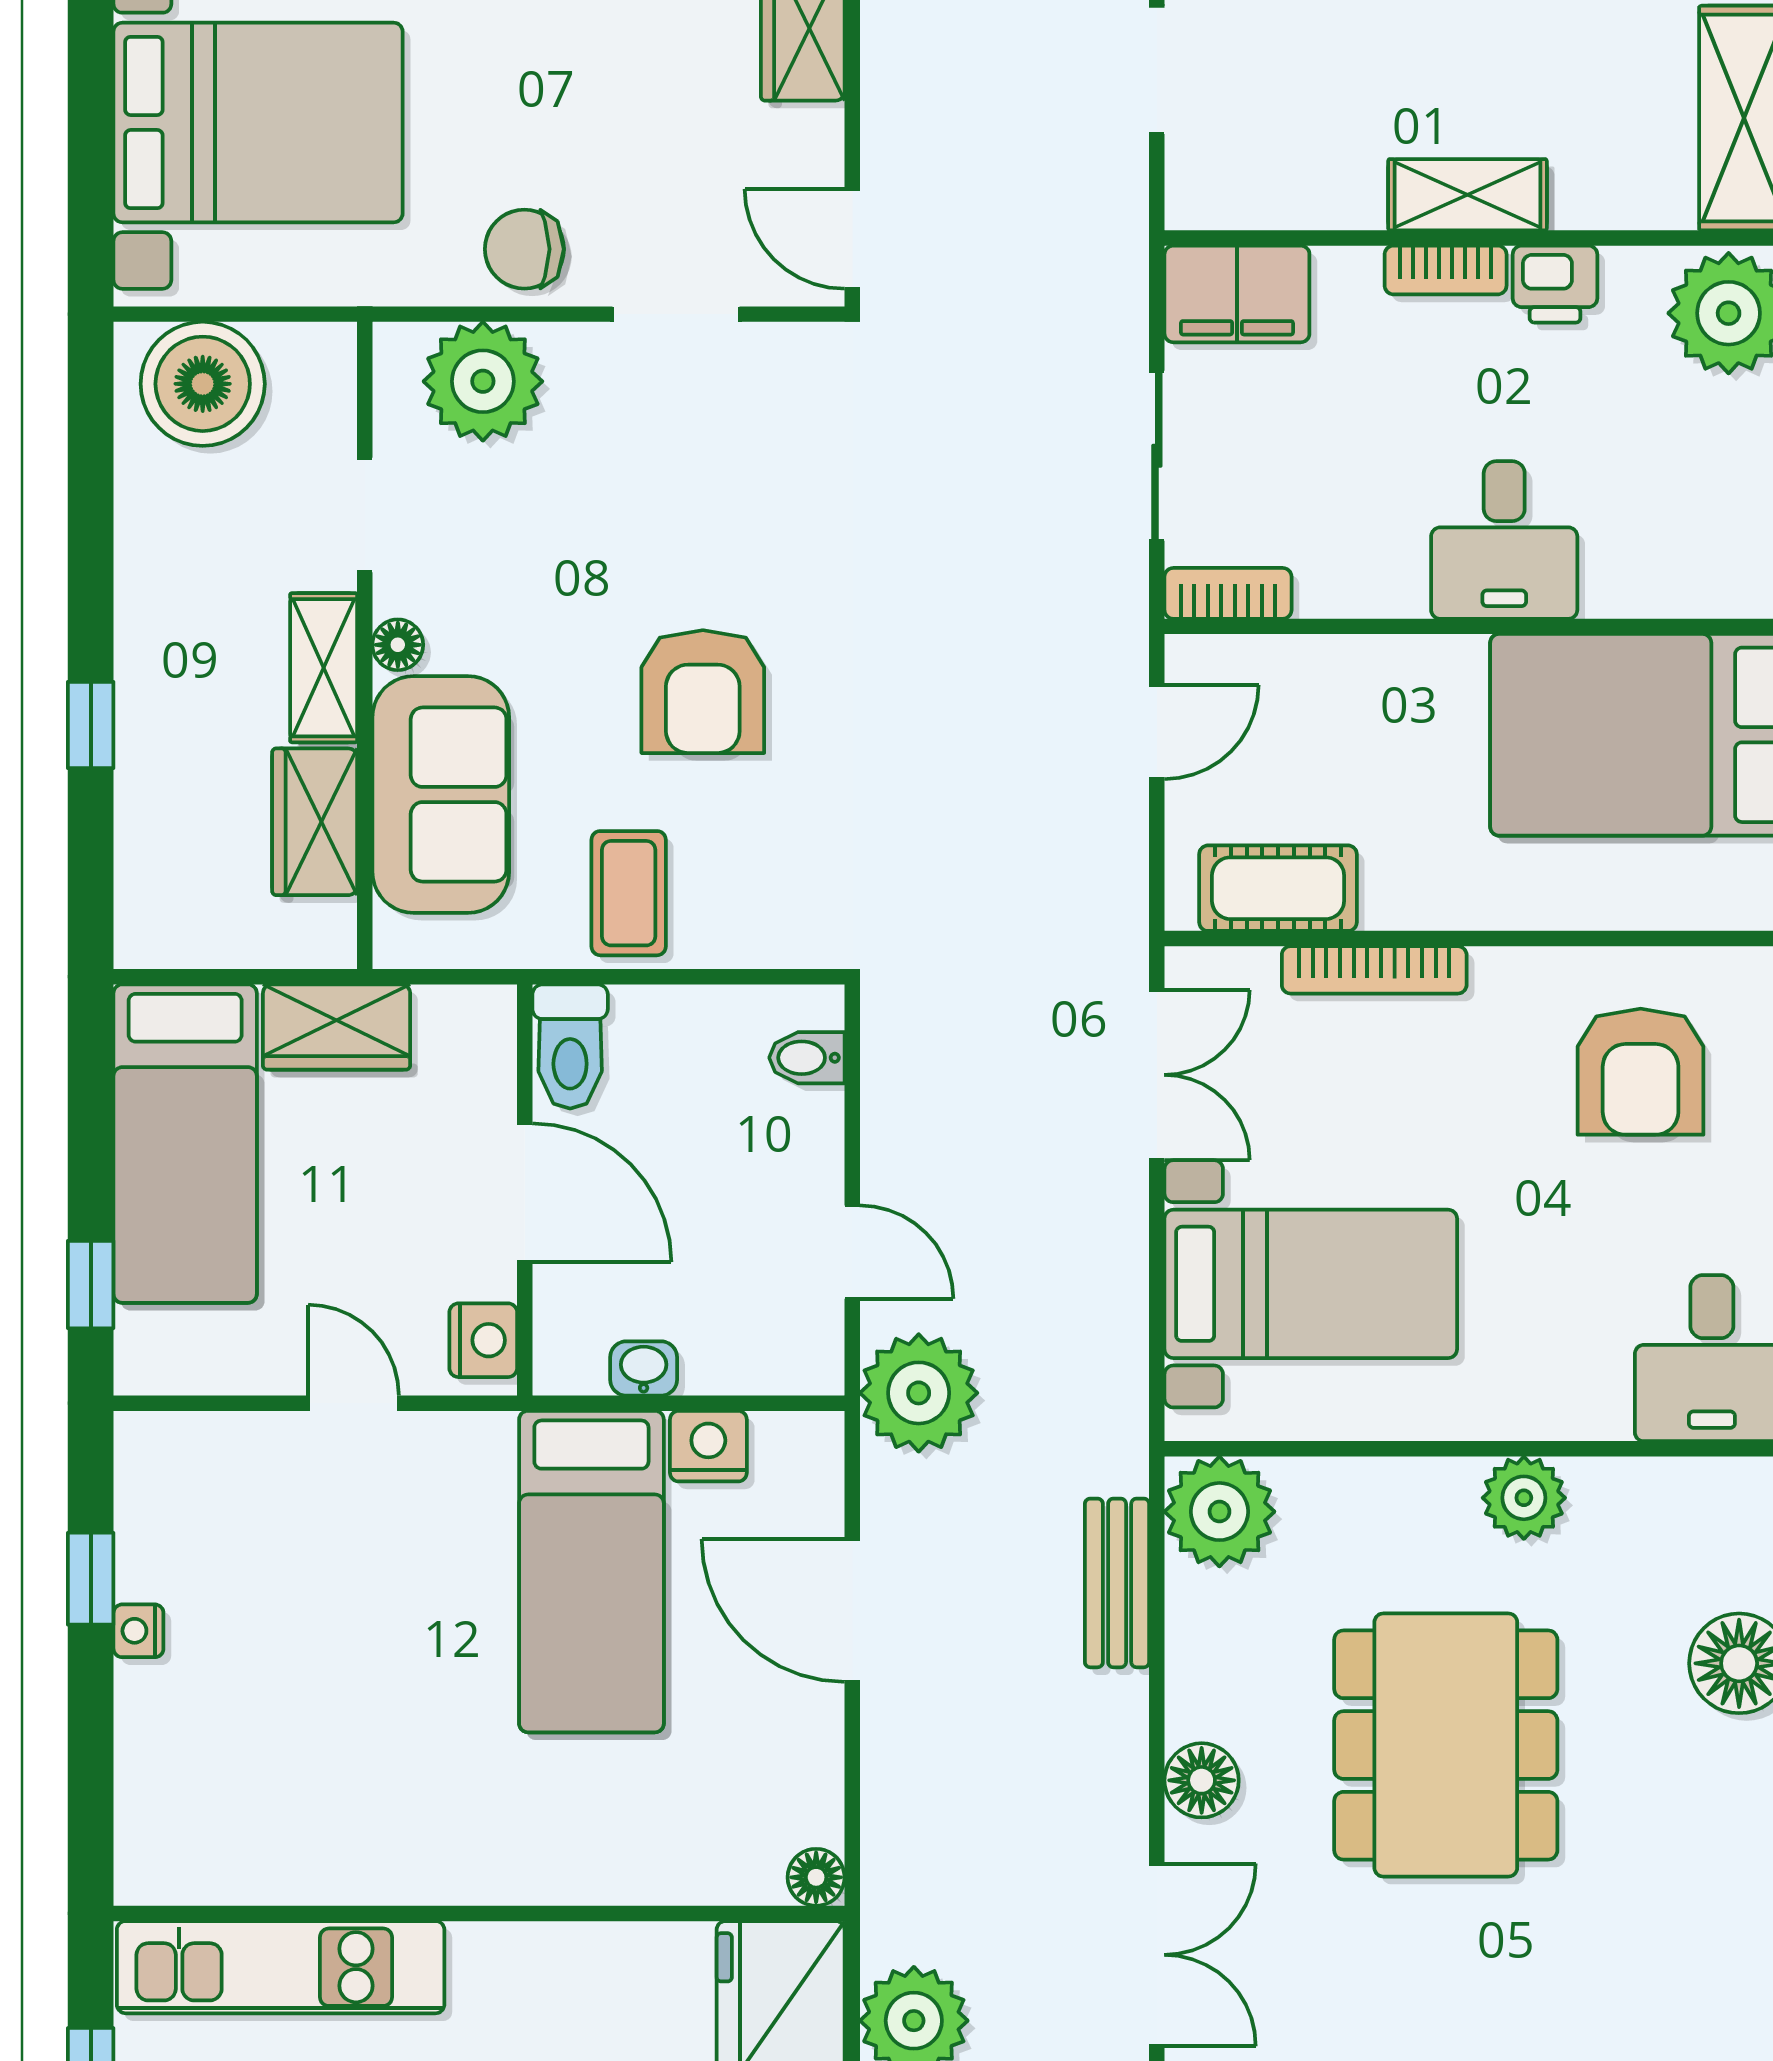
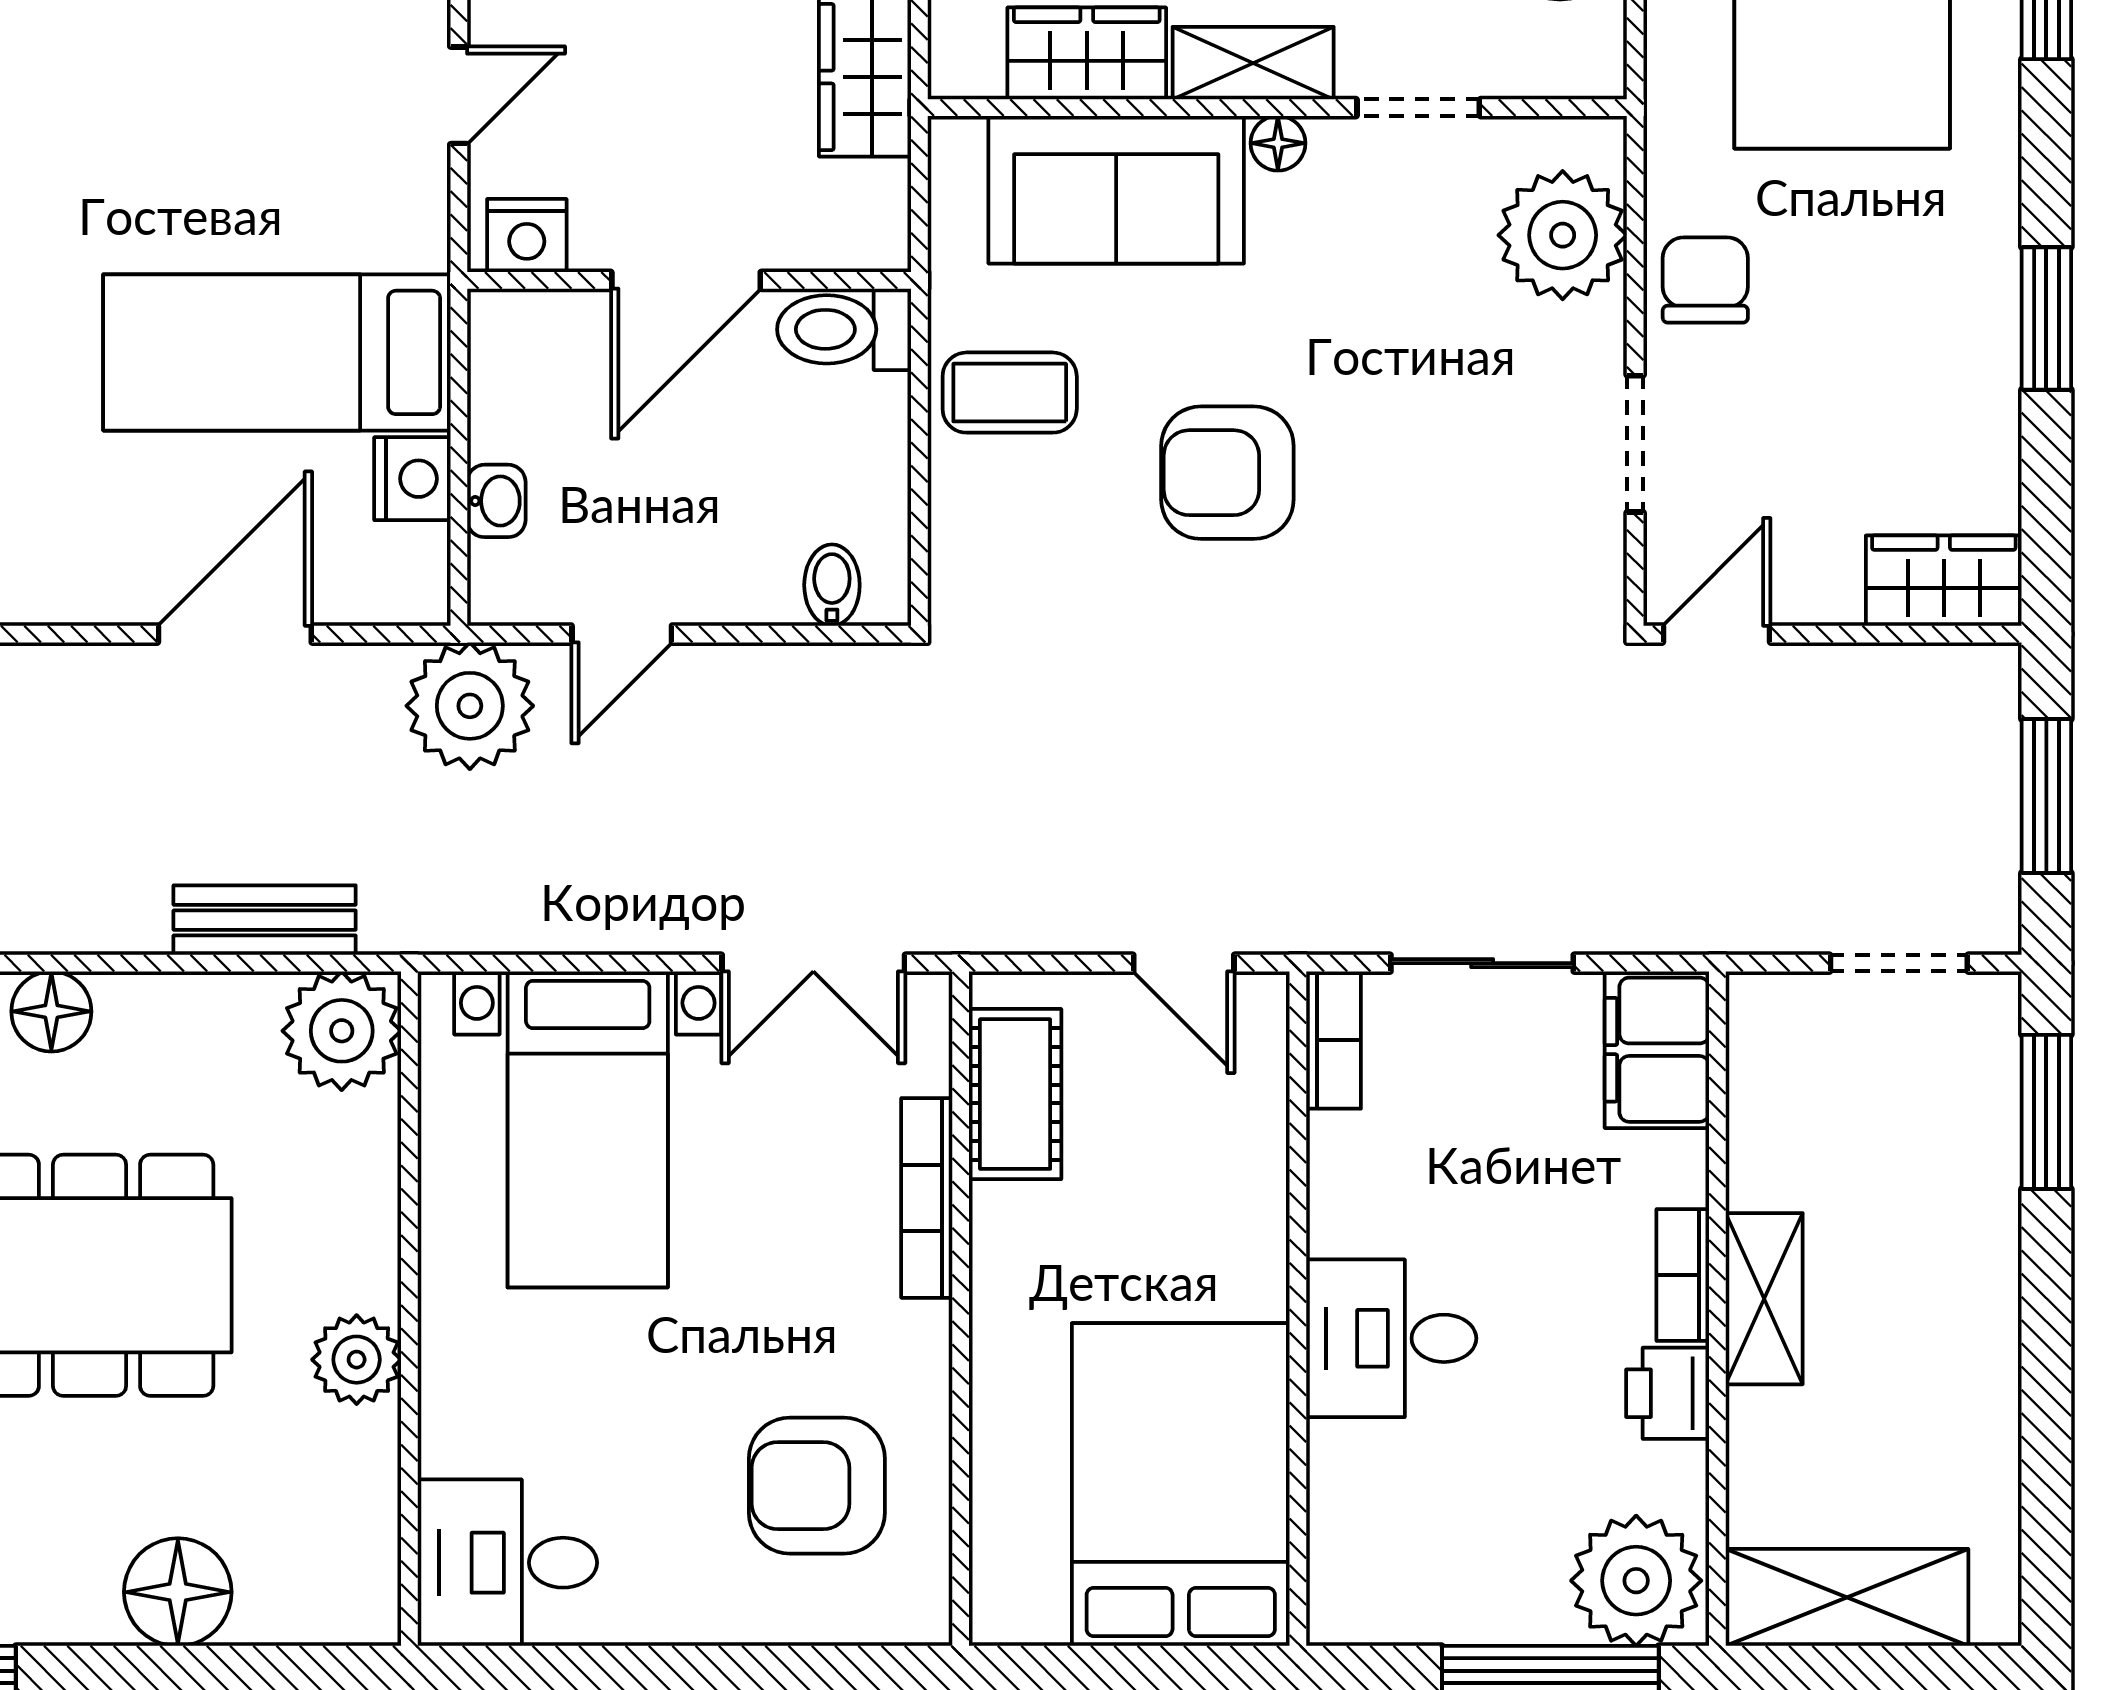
washbasin: (644, 1368) -> (496, 501), moved

